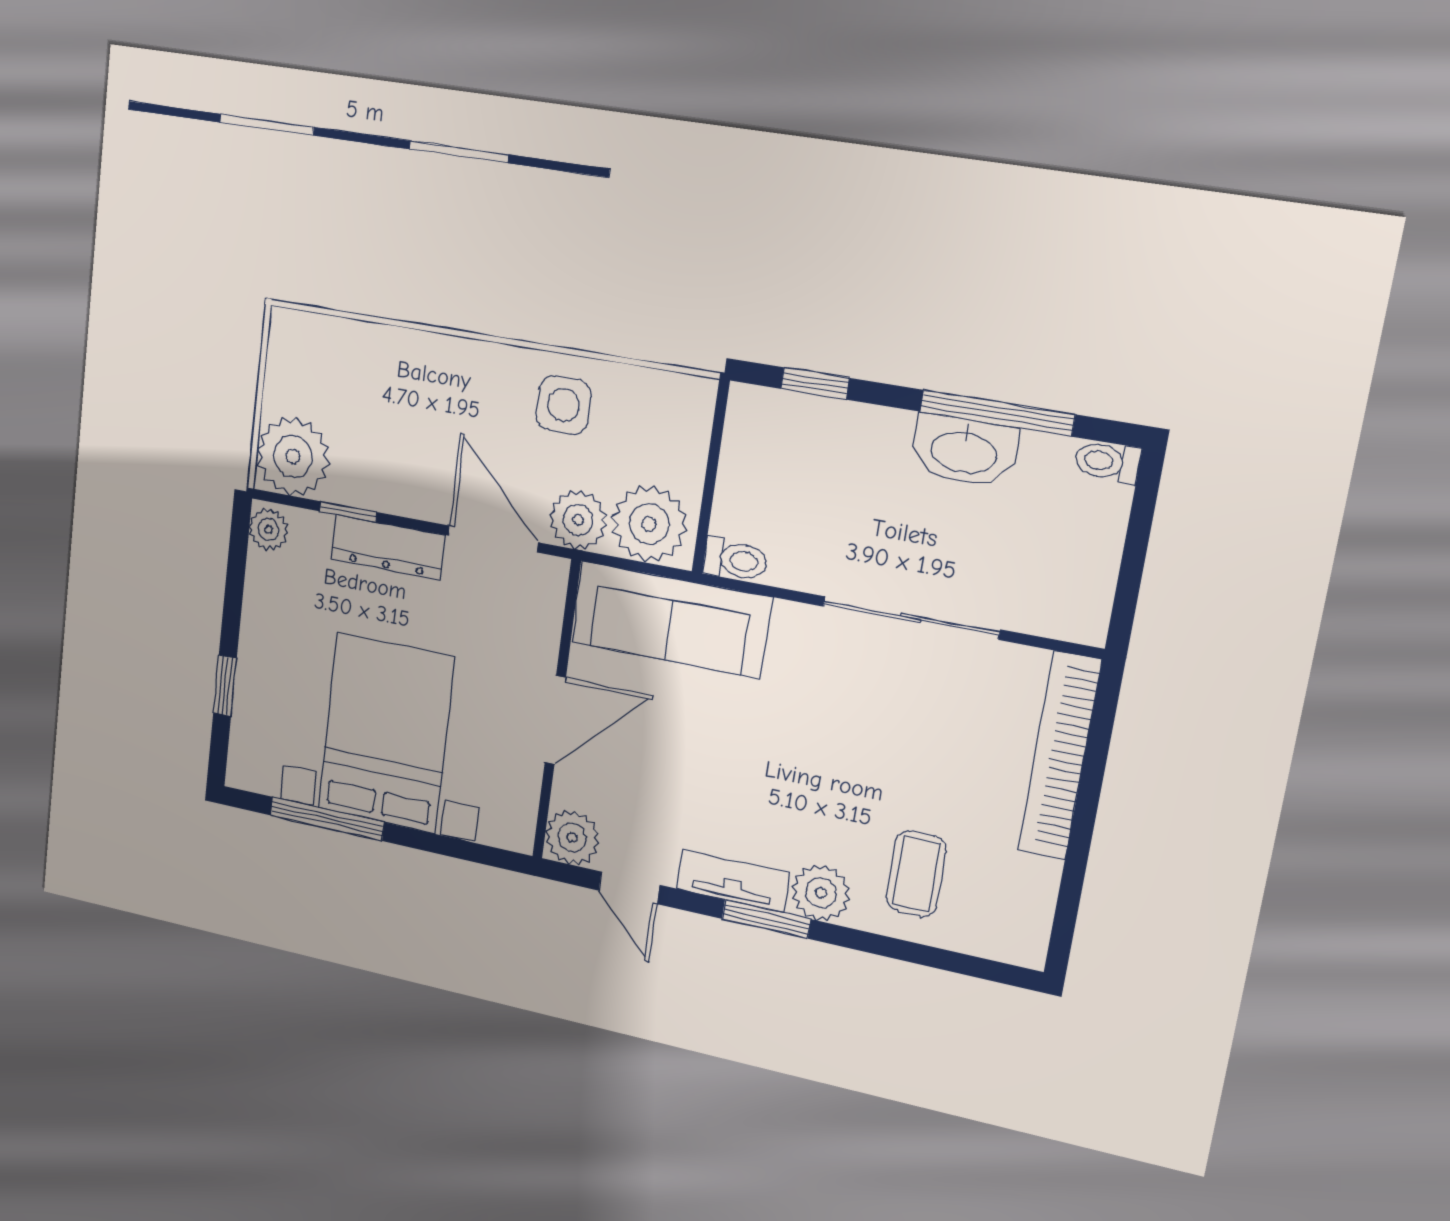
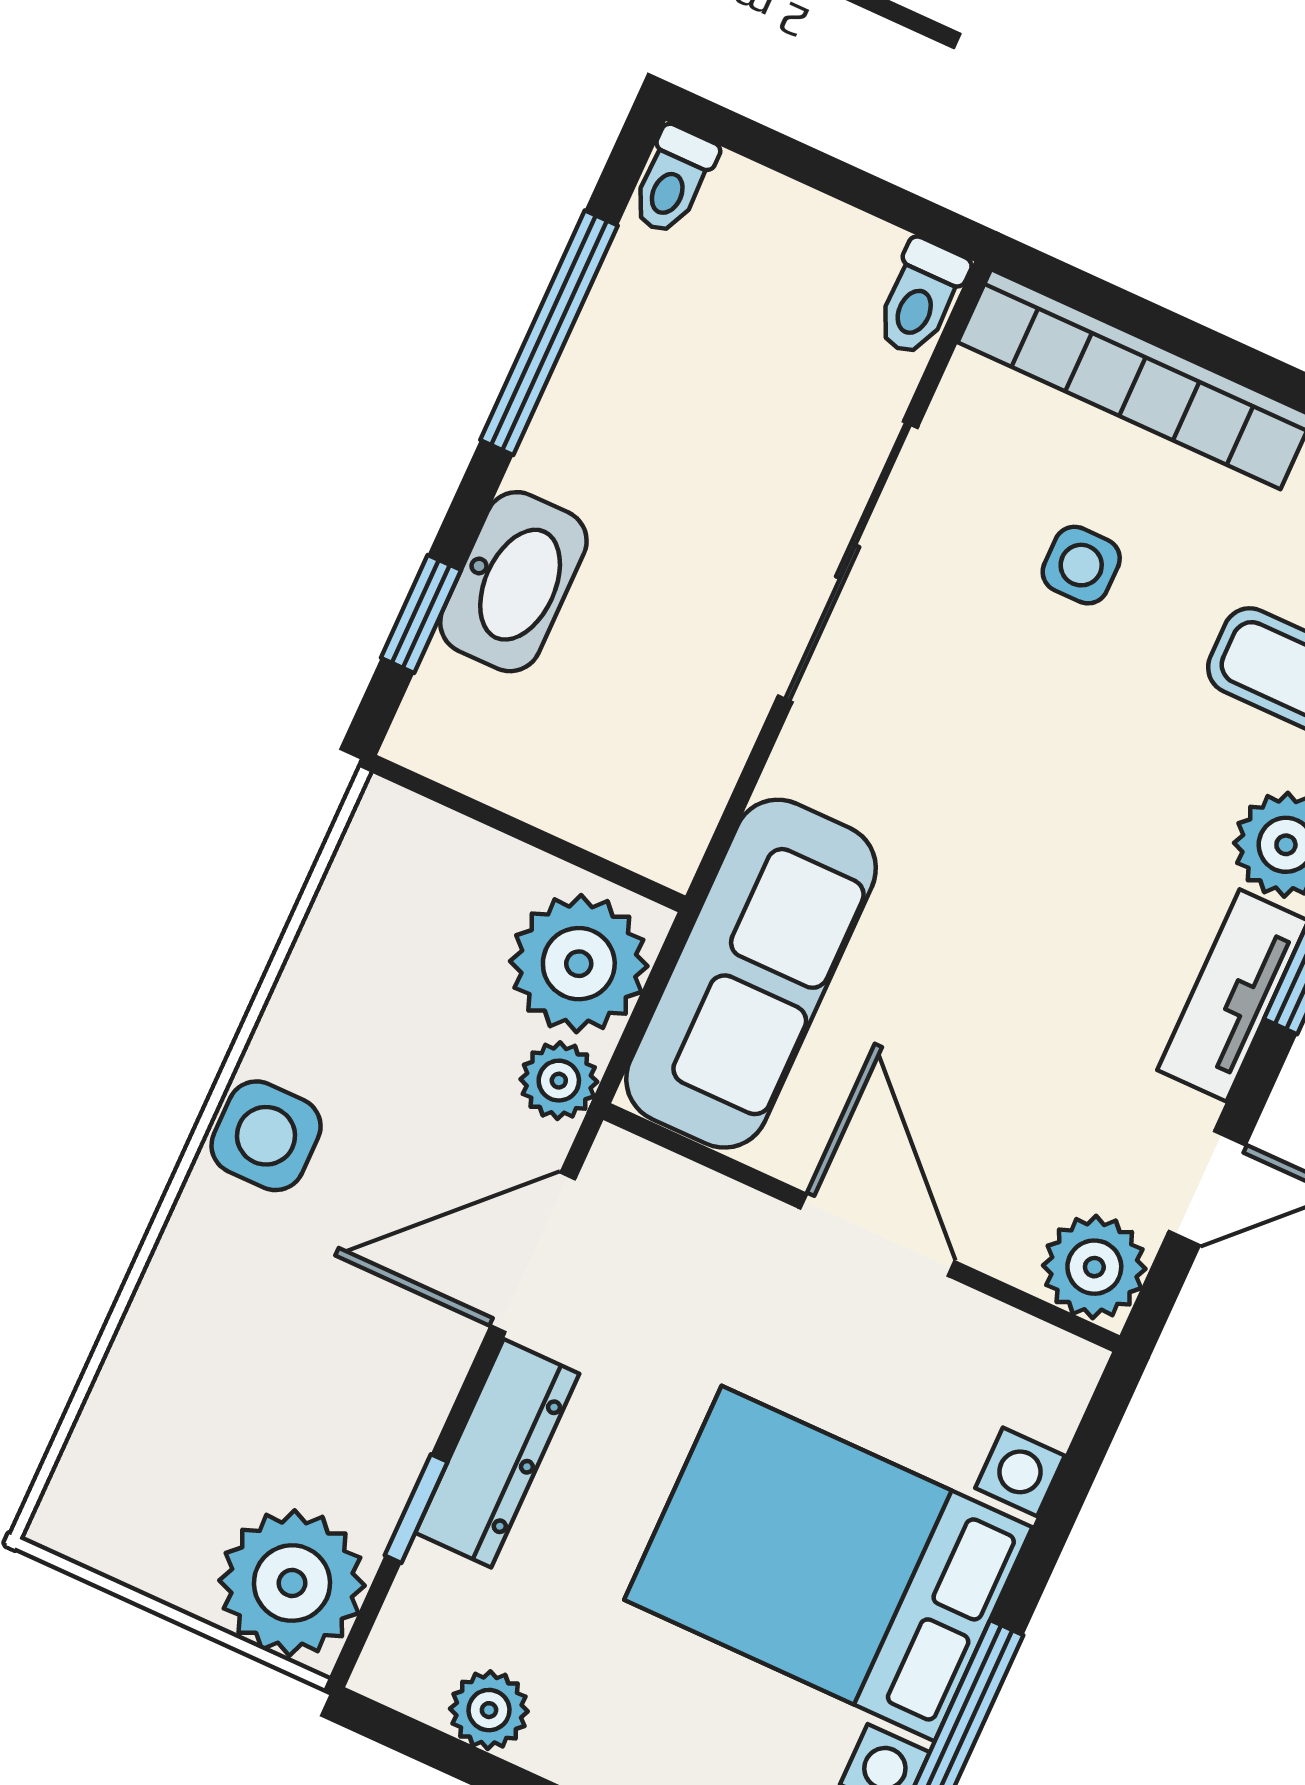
side table: (563, 405) -> (266, 1136), moved
washbasin: (964, 451) -> (513, 582), moved
plant: (578, 520) -> (559, 1081), width x0.73, depth x0.73
plant: (269, 530) -> (489, 1710), moved
toilet: (735, 560) -> (921, 298), moved, turned 180
side table: (944, 749) -> (1081, 565), added

